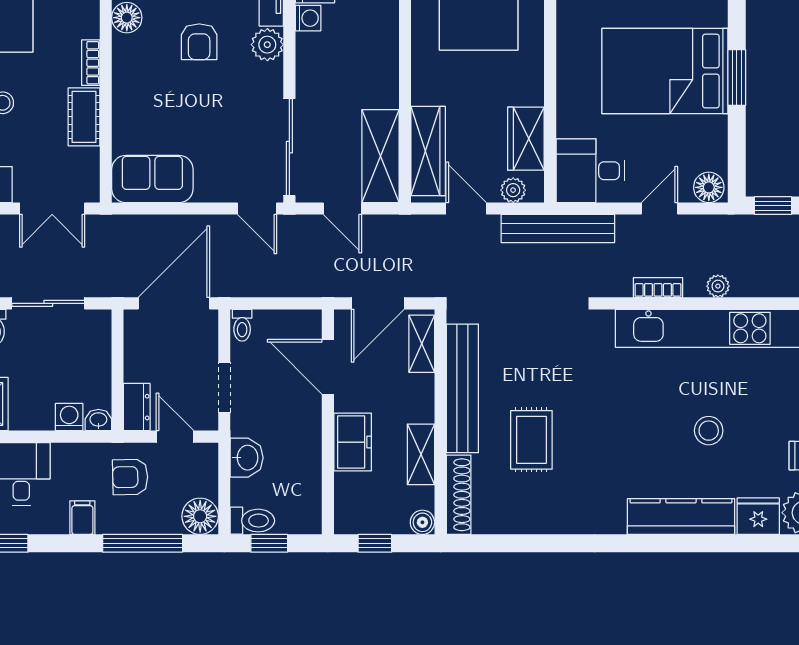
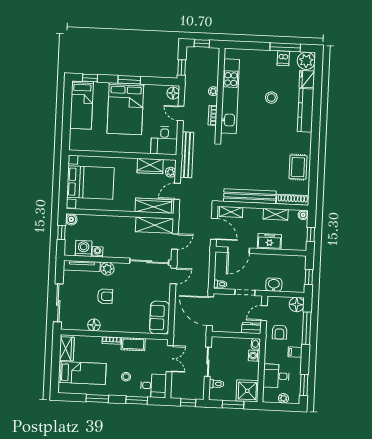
rug: (531, 440) -> (298, 167), moved, turned 90
toilet: (252, 521) -> (299, 284), removed

